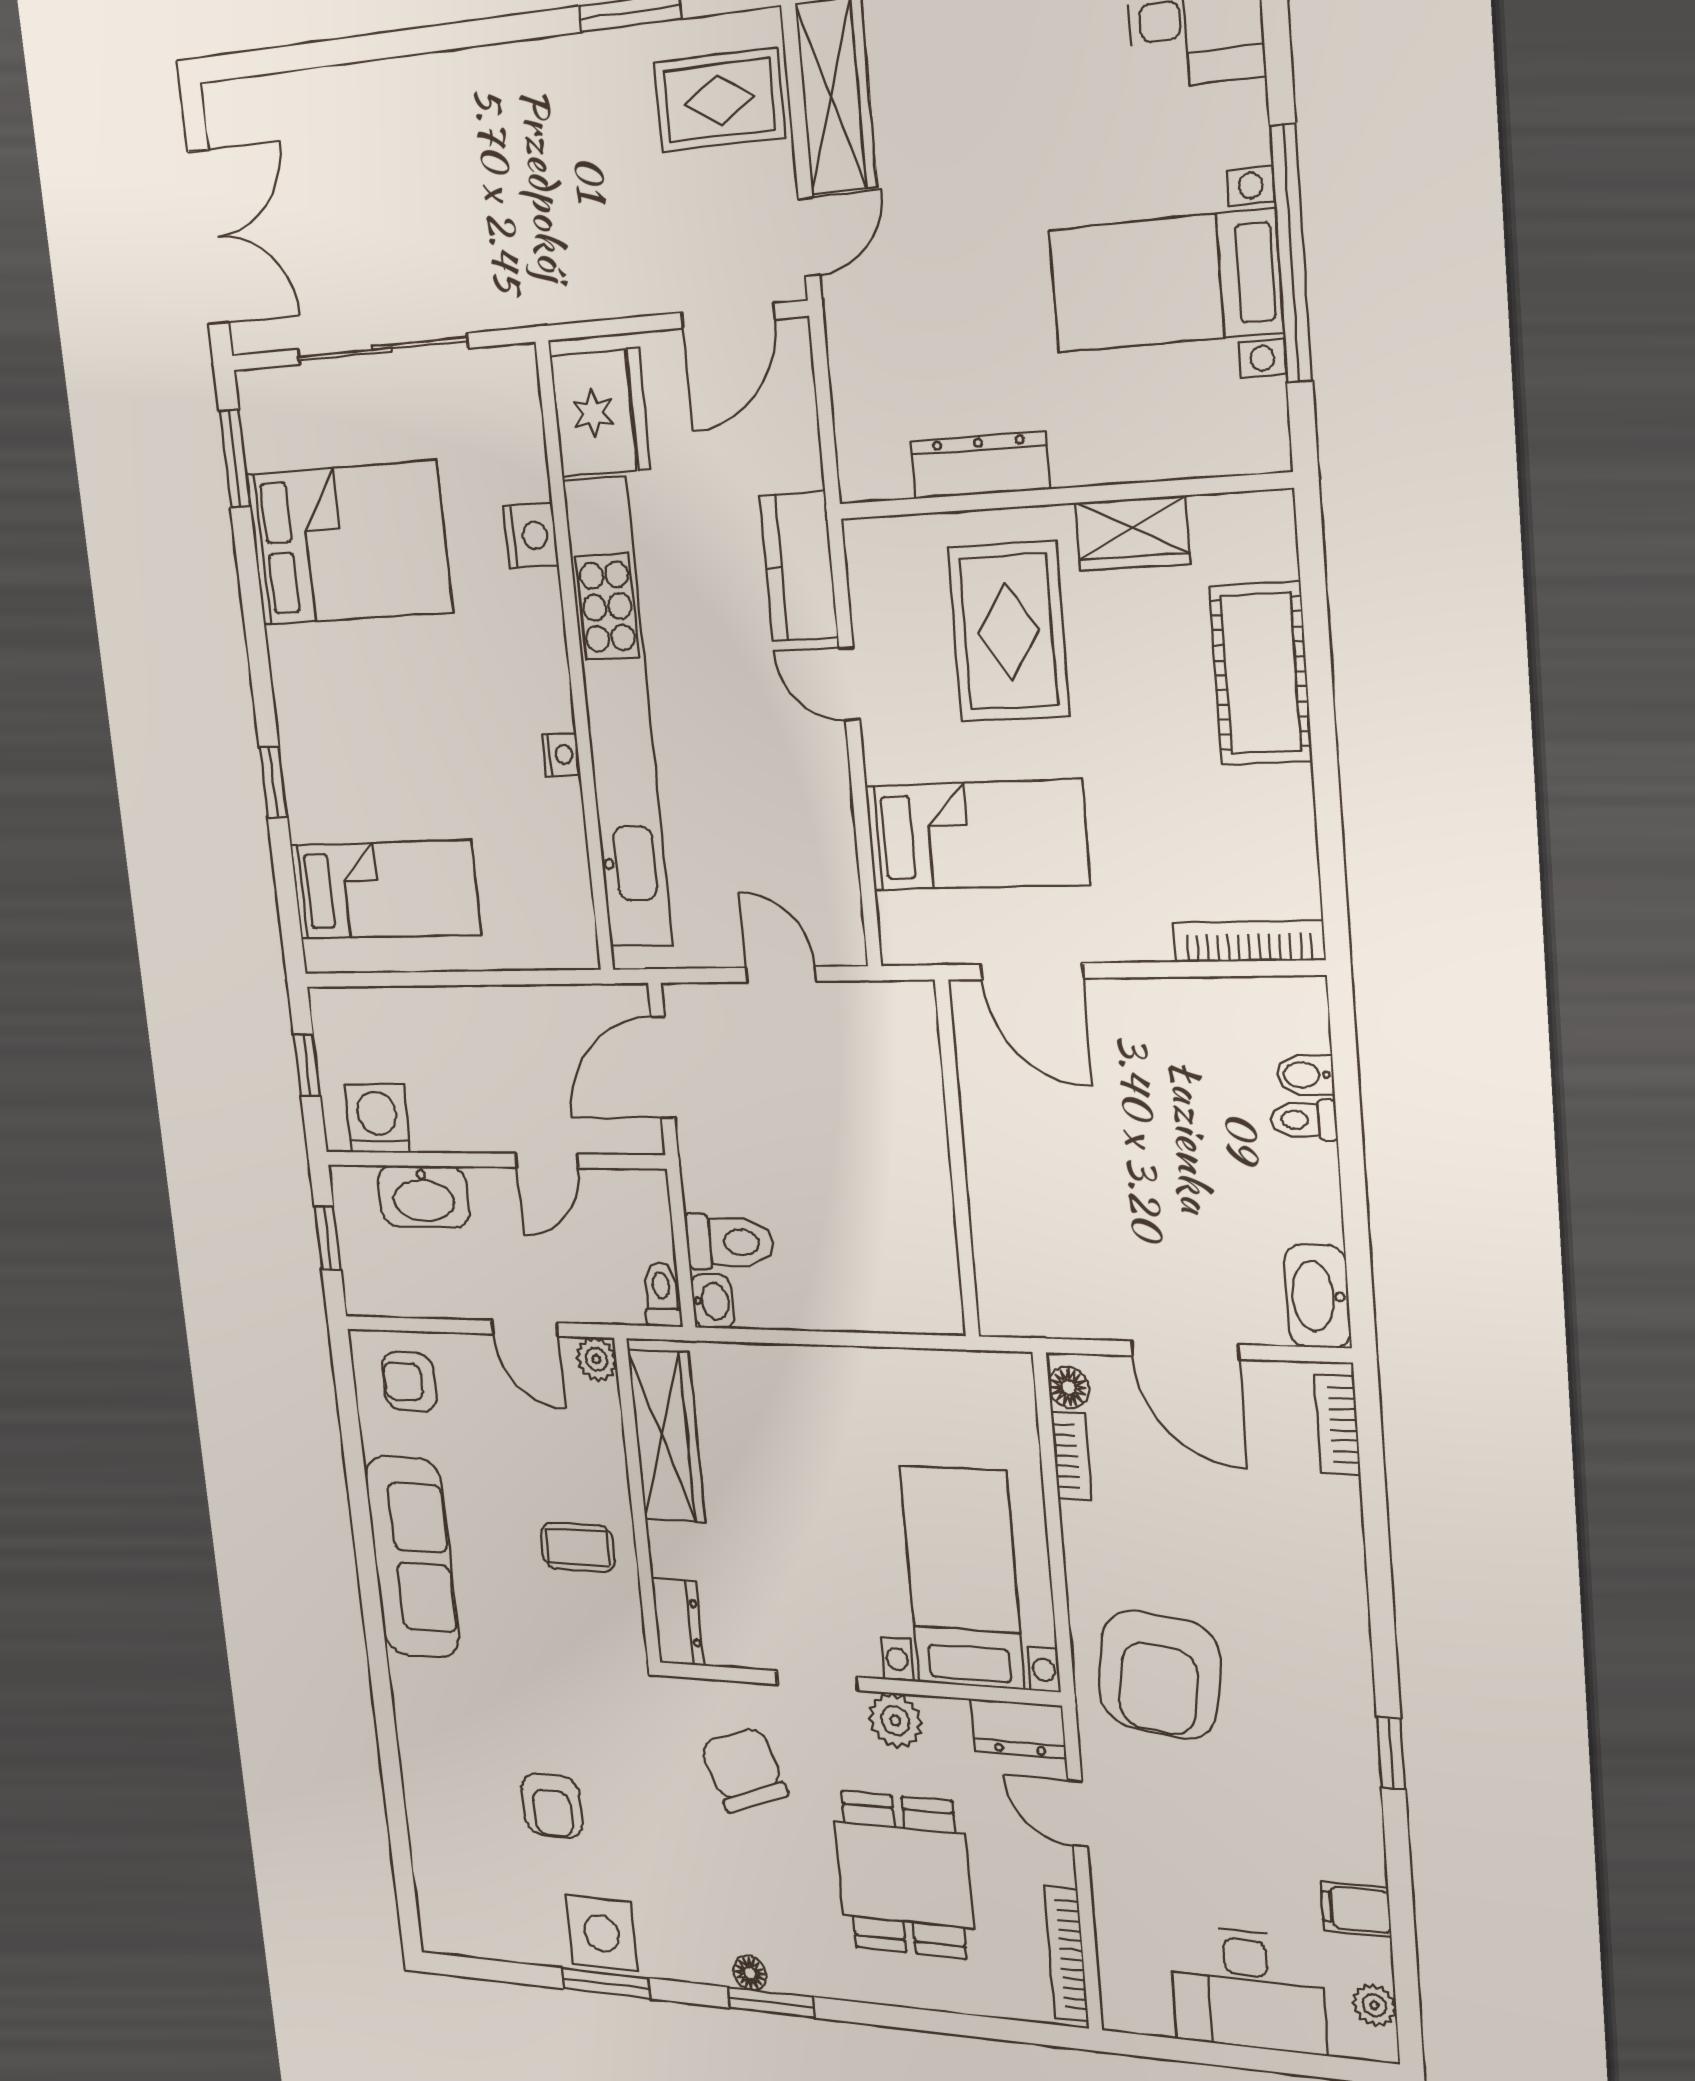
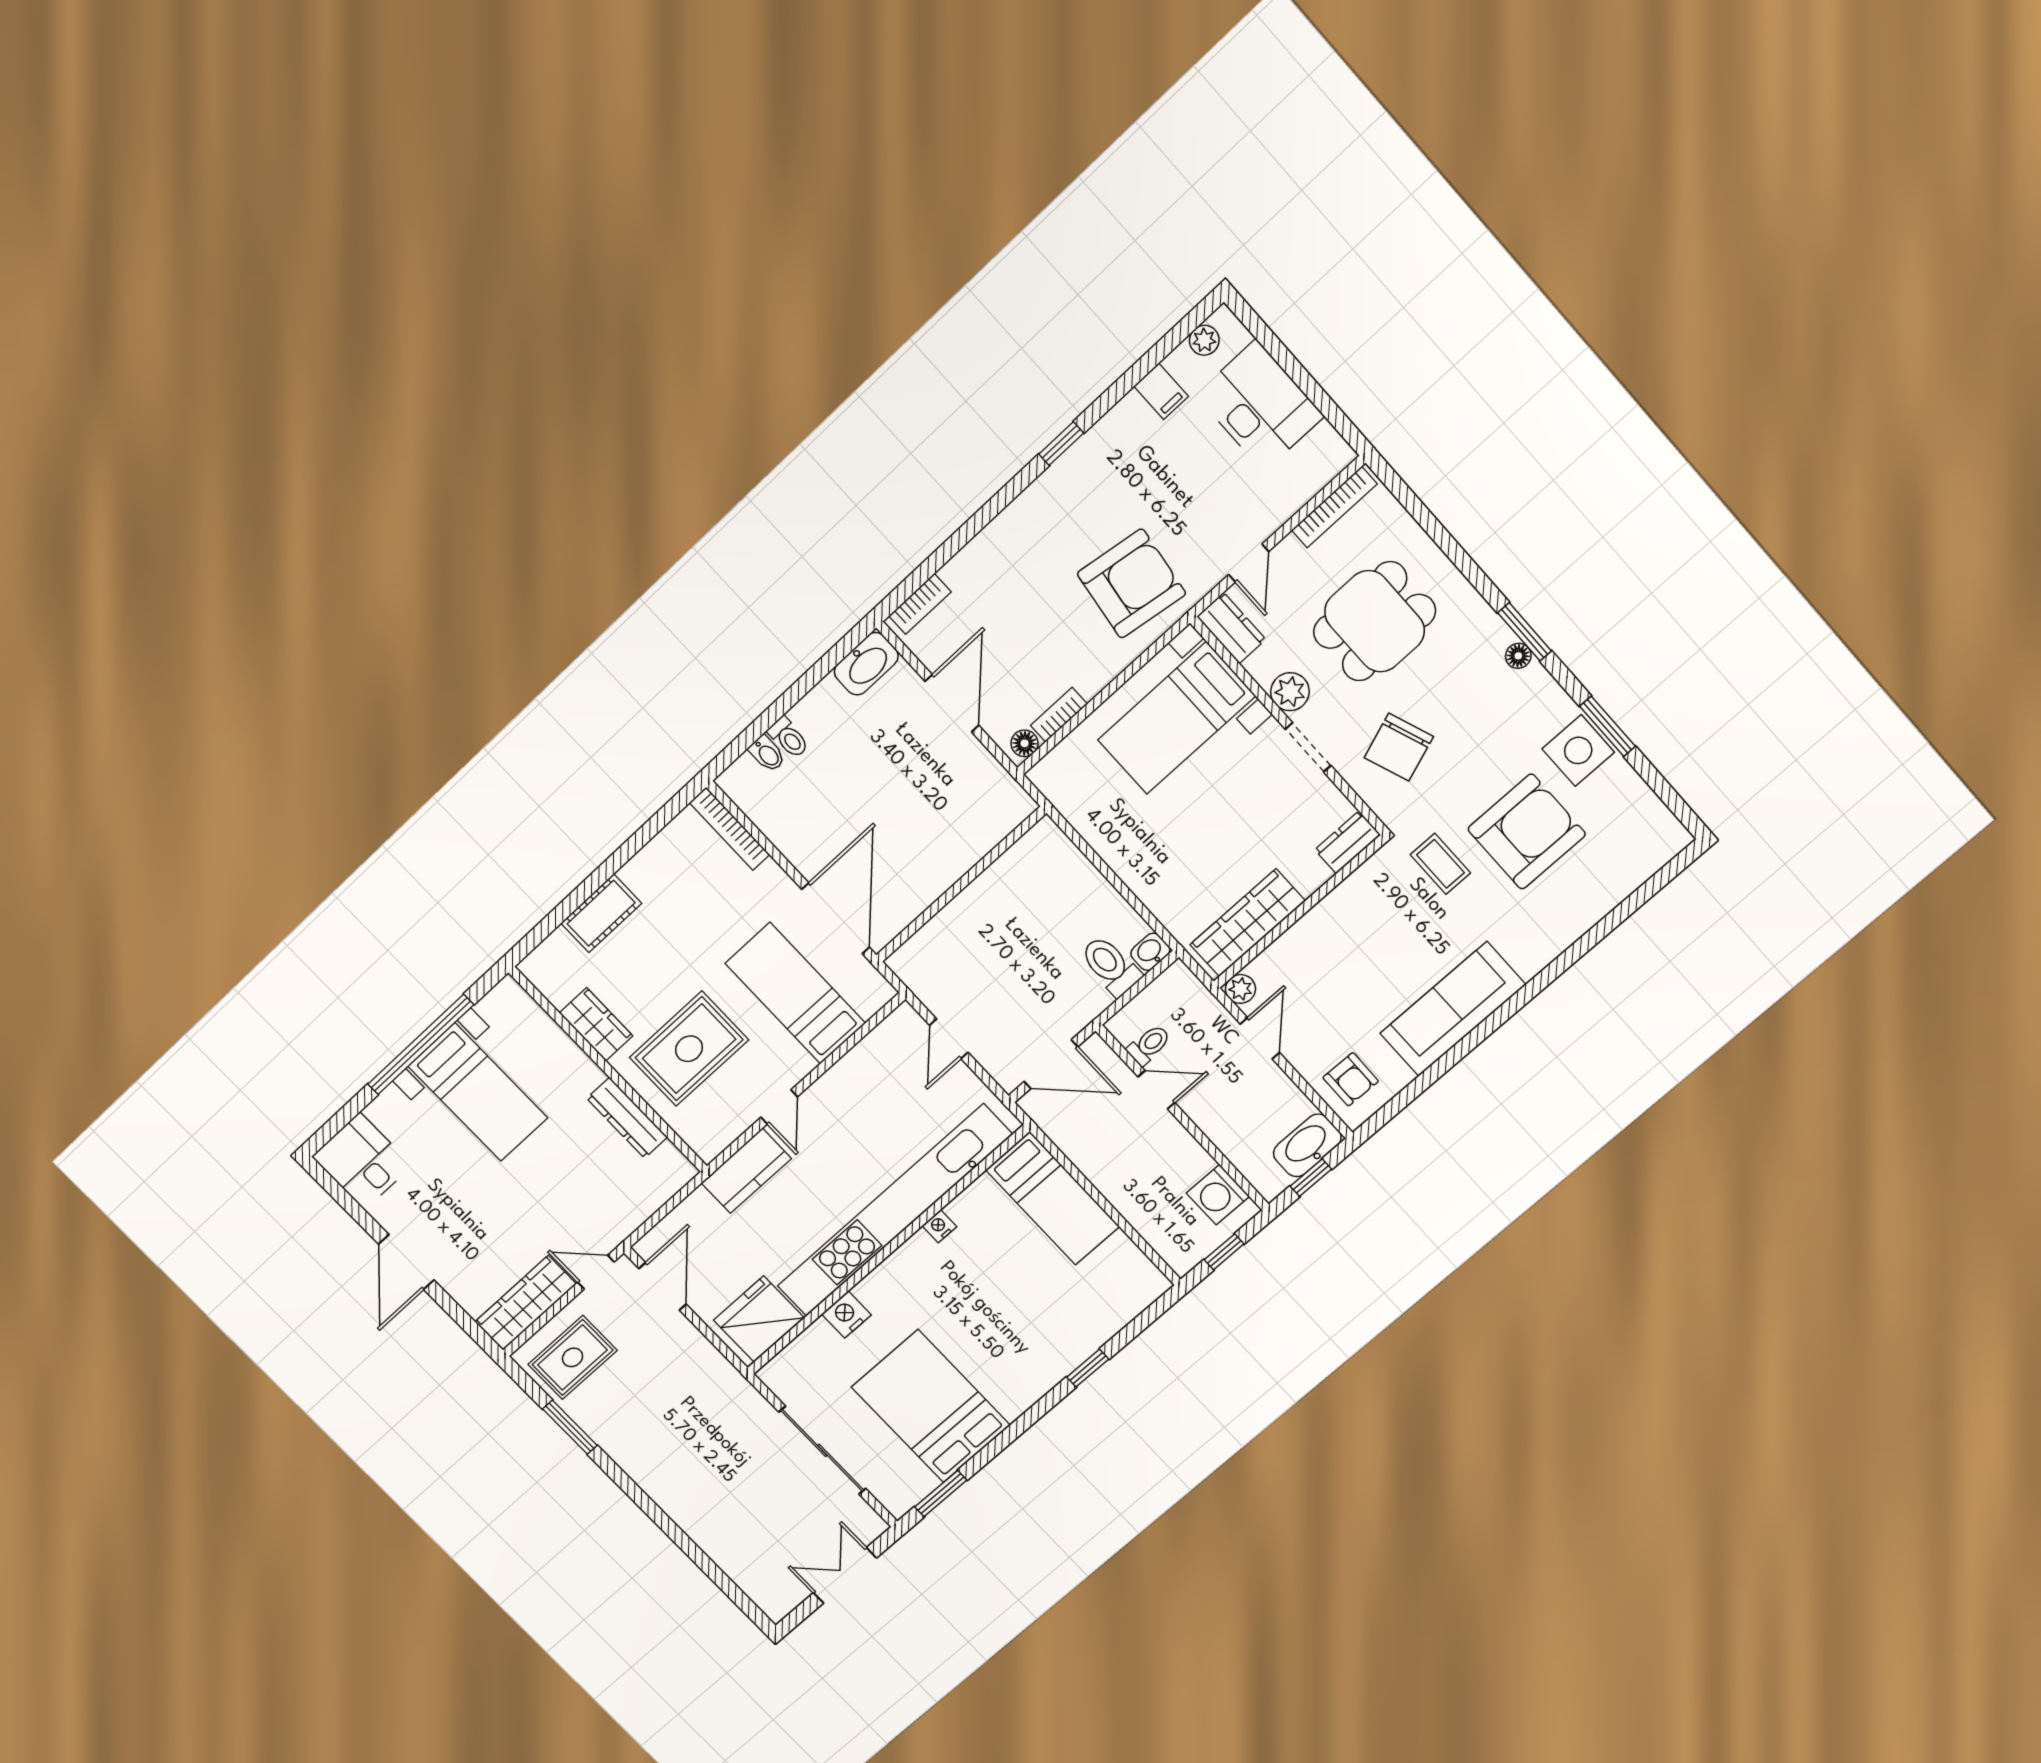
rug: (719, 100) -> (573, 1357), turned 90
double door: (208, 238) -> (845, 1575), width x0.73
door: (728, 316) -> (663, 1286), hinge flipped
cot: (1261, 673) -> (601, 913), width x0.73, depth x0.75
bed: (385, 890) -> (1053, 1198), moved, turned 180
door: (1032, 971) -> (836, 918), width x1.36
washbasin: (423, 1196) -> (1307, 1145), moved, turned -90
toilet: (662, 1294) -> (1149, 1045), moved, turned 180
coffee table: (578, 1547) -> (1440, 864), moved
armchair: (552, 1806) -> (1527, 832), width x1.88, depth x1.88

